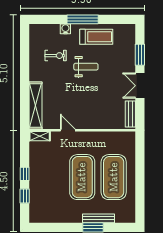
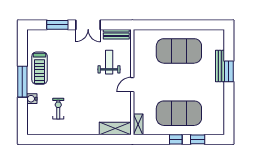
treadmill: (96, 37) -> (40, 68), turned 180
weight bench: (86, 67) -> (109, 62), moved
shelving: (36, 105) -> (115, 128), width x0.68
door: (68, 130) -> (132, 85), moved
exercise mat: (82, 177) -> (179, 113), moved

